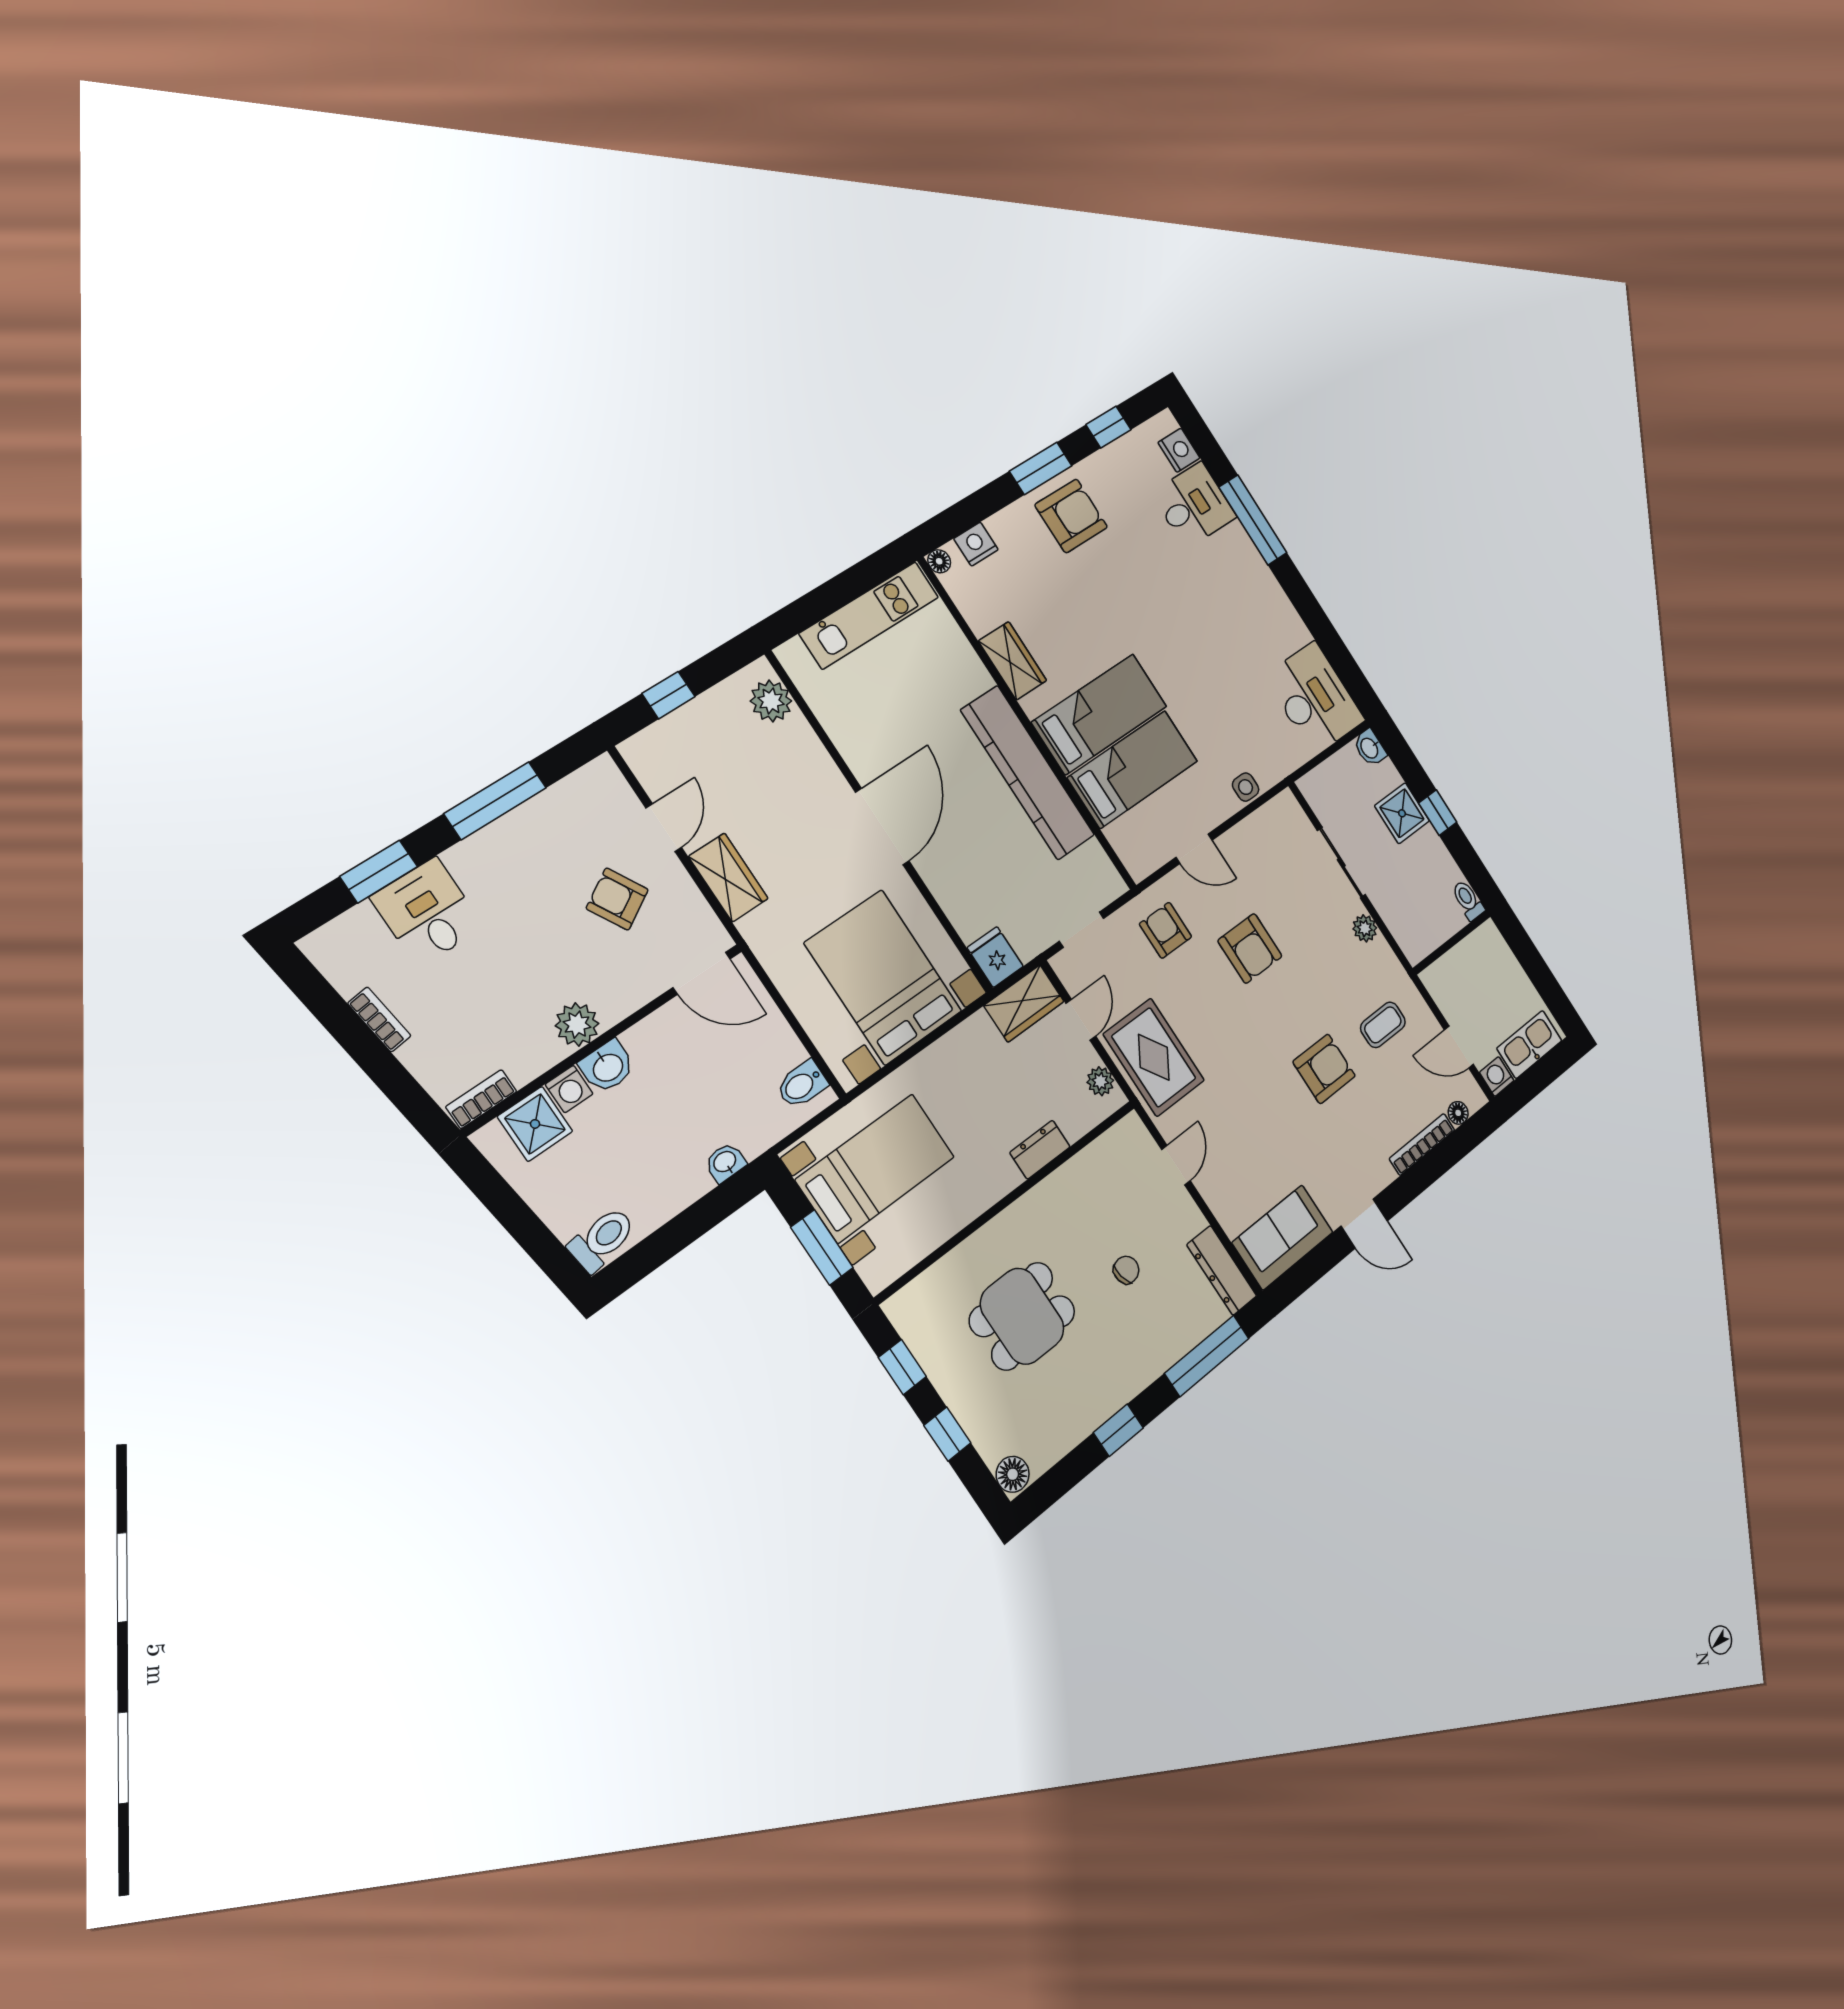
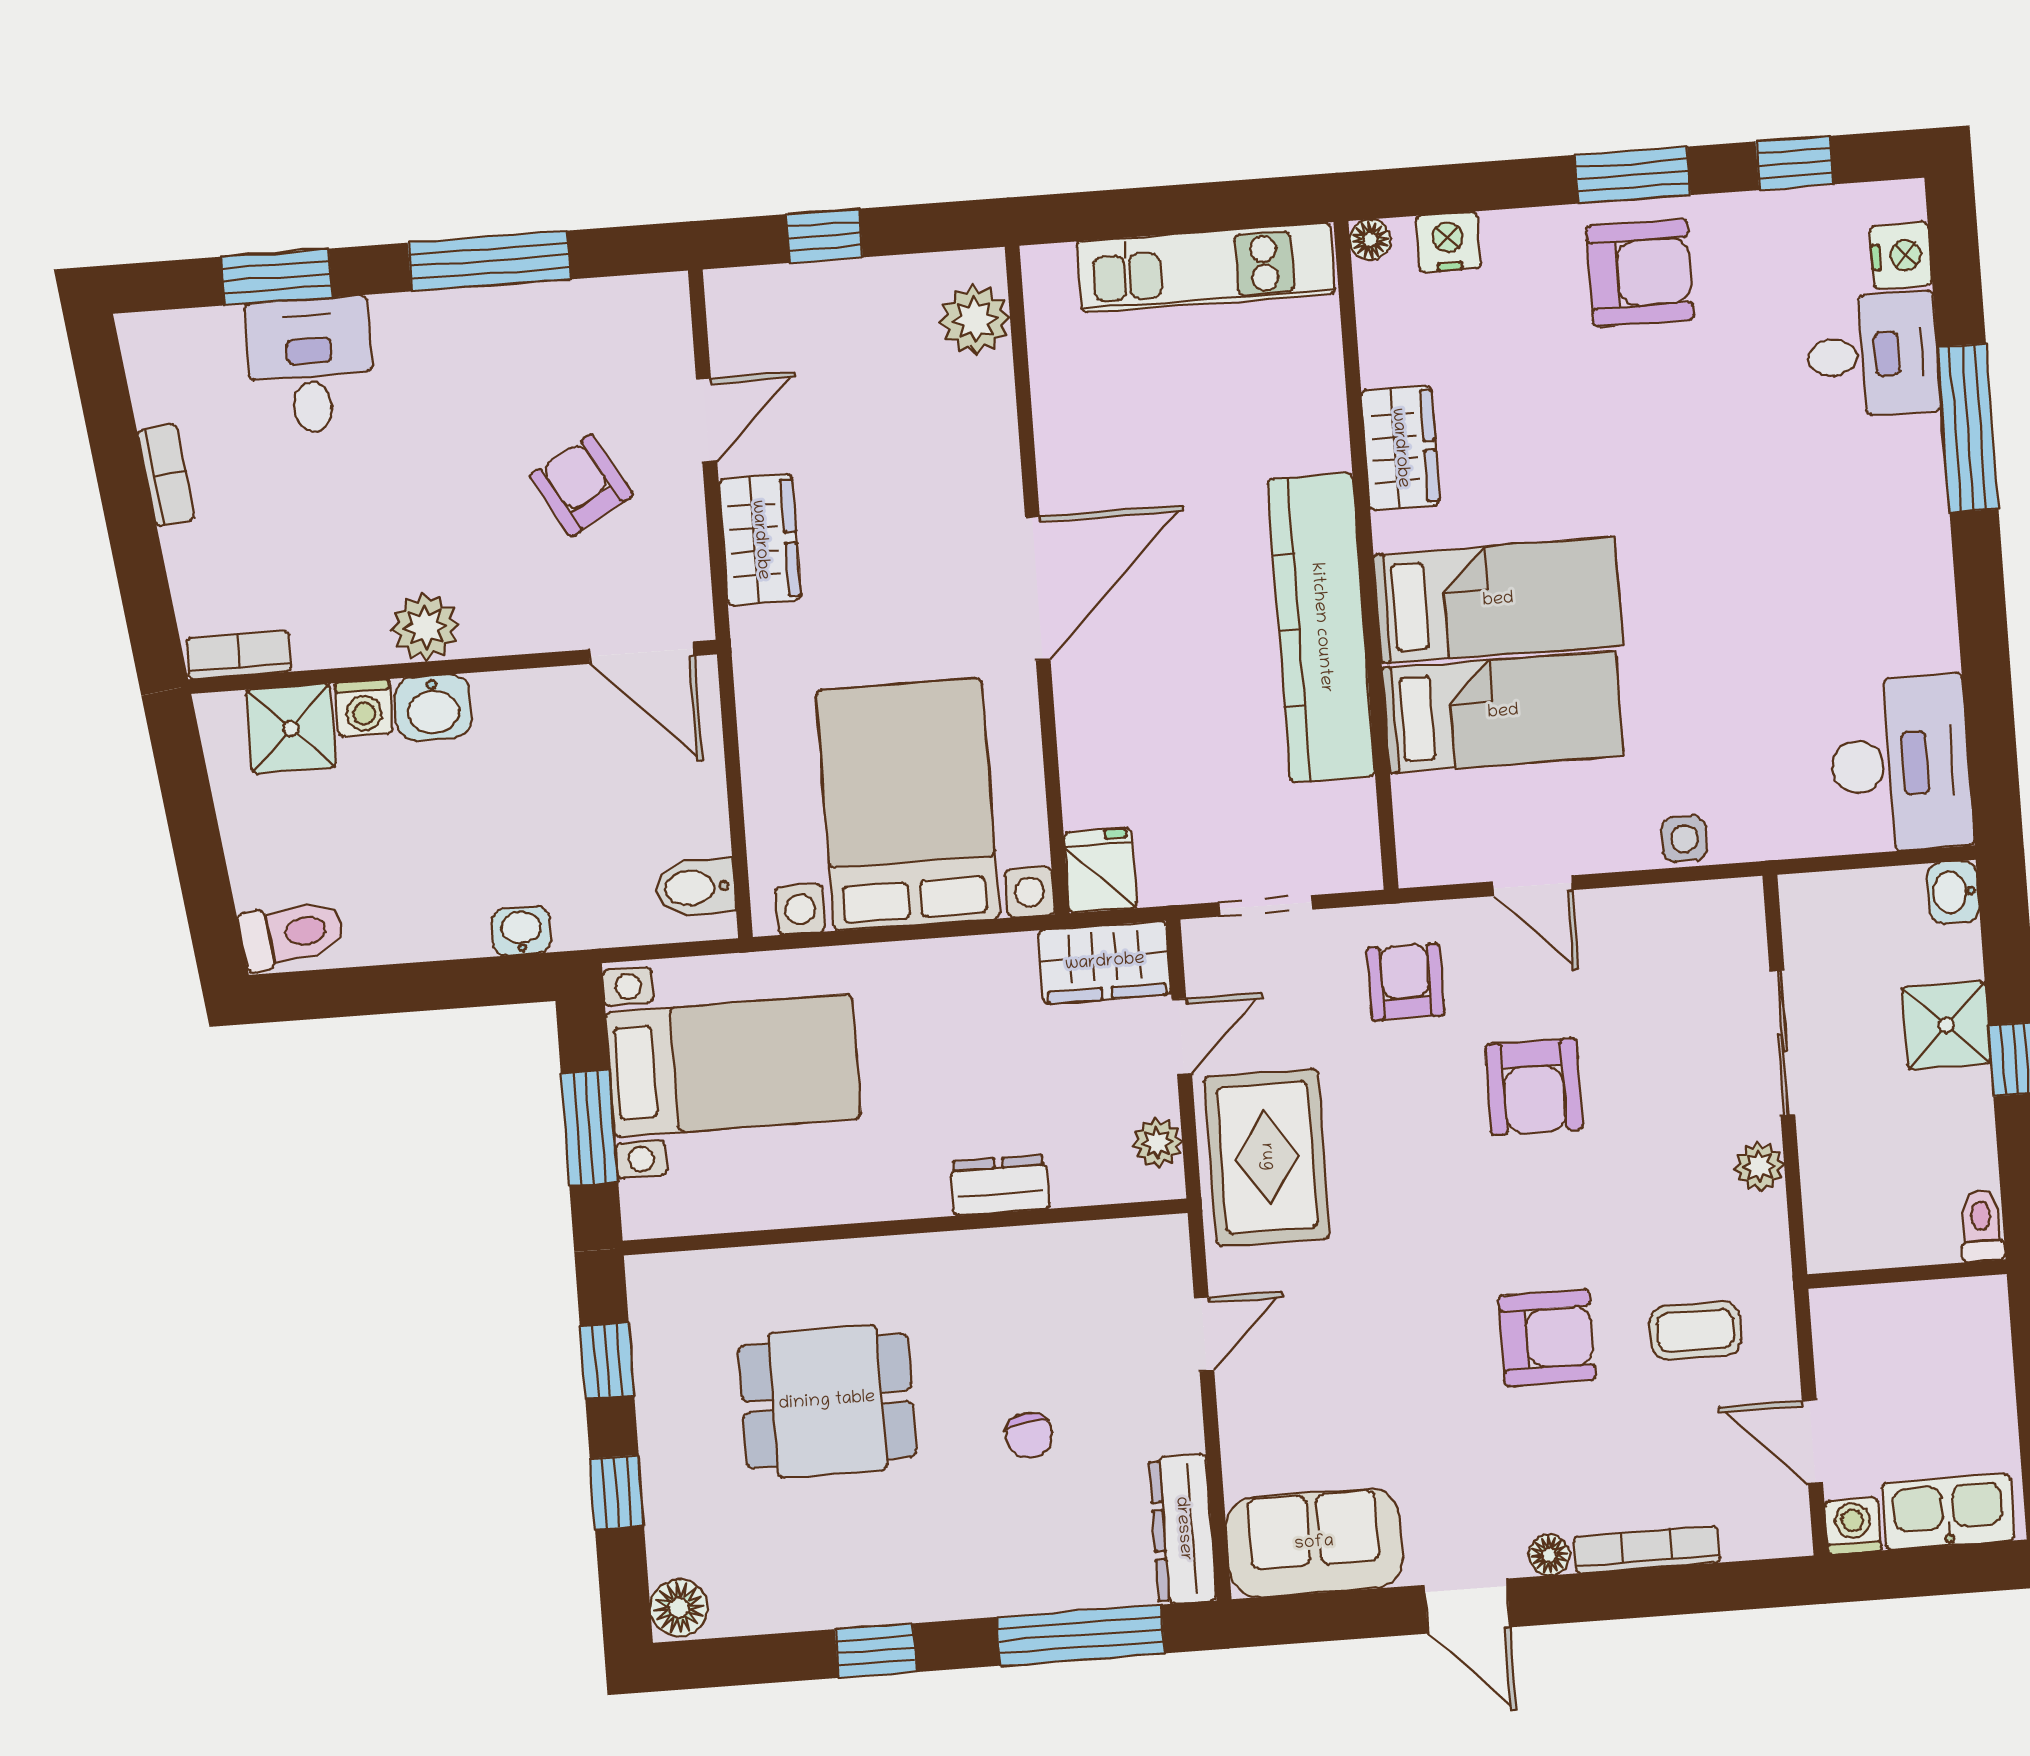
floor lamp: (1458, 1113) -> (1549, 1555), moved
chair: (1126, 1270) -> (1029, 1435), turned 94

